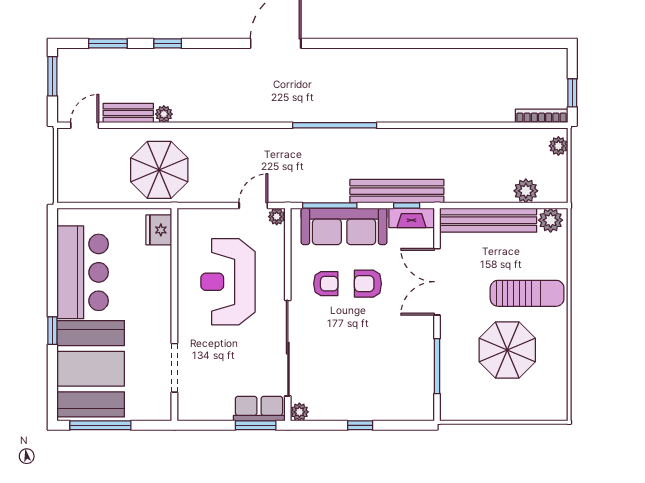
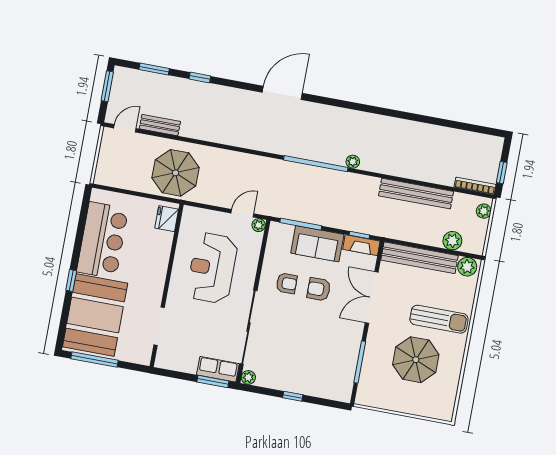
plant: (164, 114) -> (353, 162), moved
bench: (397, 191) -> (416, 194), moved
sofa: (344, 226) -> (317, 244), width x0.73

